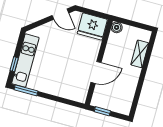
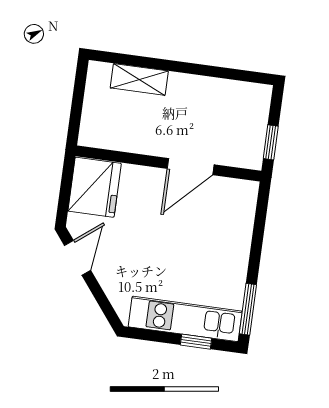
boiler: (117, 27) -> (90, 136), removed
door: (96, 72) -> (191, 167), swing flipped

